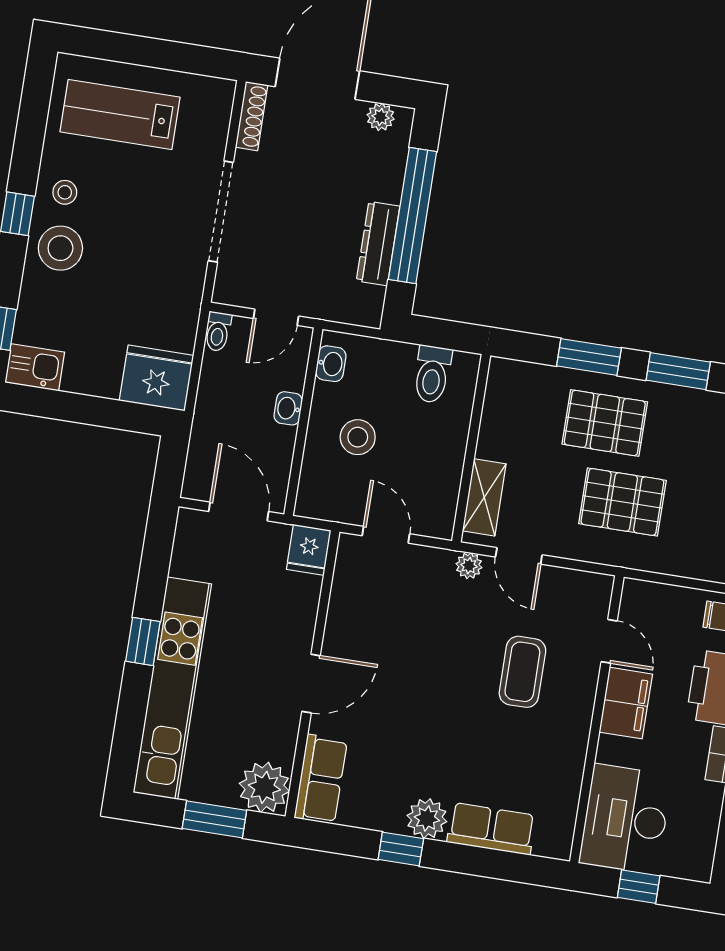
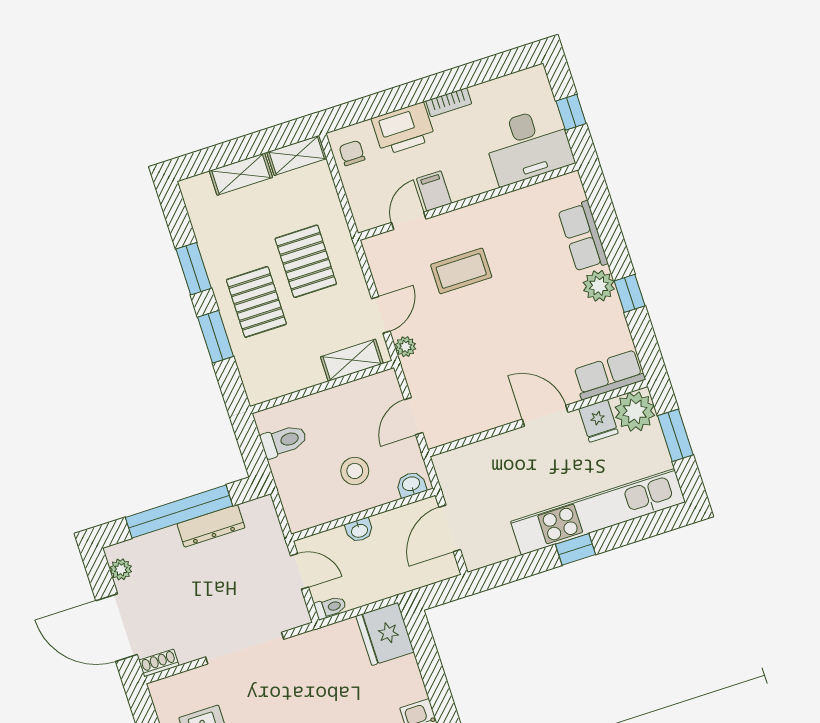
shoe rack: (252, 116) -> (159, 663), width x0.70
washbasin: (331, 364) -> (411, 484), moved
fridge: (309, 550) -> (598, 421), moved, turned 90
filing cabinet: (626, 703) -> (434, 191), width x0.50

